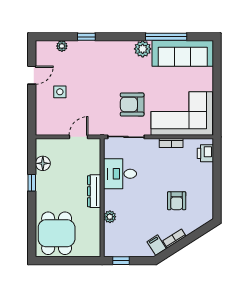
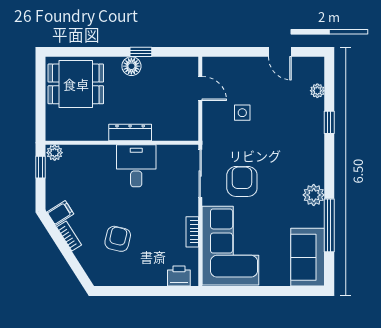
sofa: (183, 53) -> (308, 257), width x0.73
side table: (60, 92) -> (242, 113), moved
door: (79, 137) -> (200, 89), moved
floor lamp: (43, 163) -> (131, 66), moved
desk: (120, 174) -> (136, 166), moved
armchair: (177, 201) -> (118, 239), turned 103
plant: (110, 217) -> (55, 153), moved

